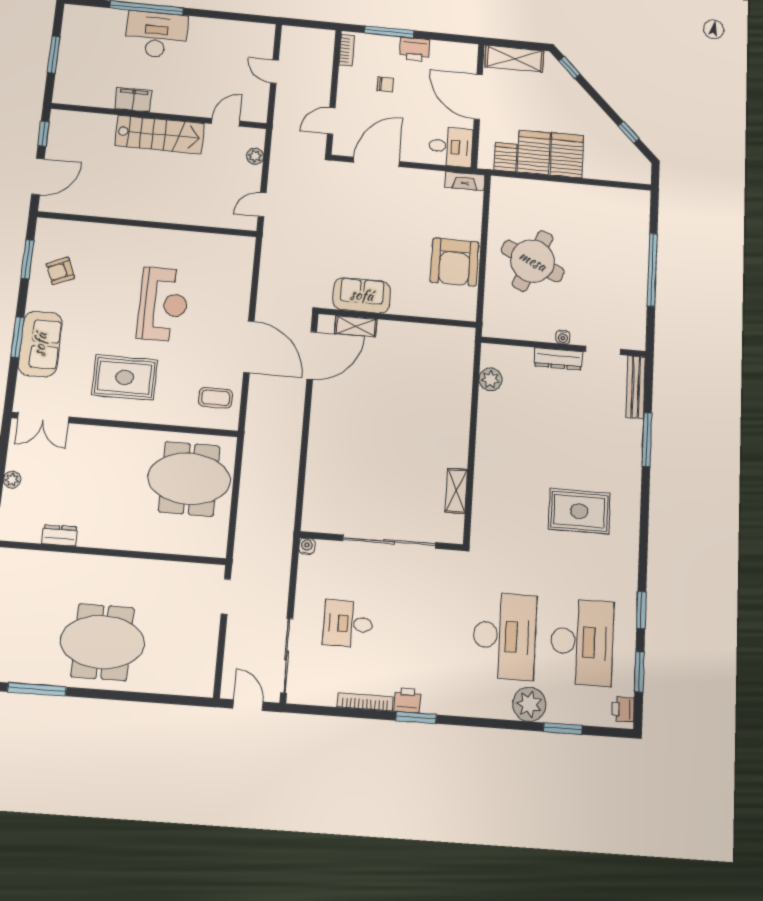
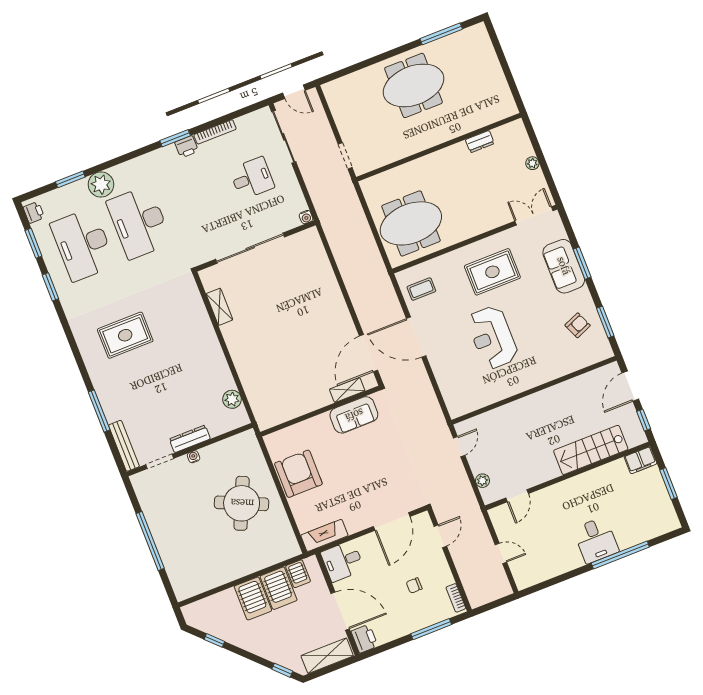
desk: (156, 35) -> (596, 540), width x0.73
printer: (415, 49) -> (364, 639), moved, turned 90
filing cabinet: (133, 100) -> (641, 460), moved
stairs: (160, 134) -> (591, 450), moved
fireplace: (465, 181) -> (324, 535), width x1.37, depth x1.32

